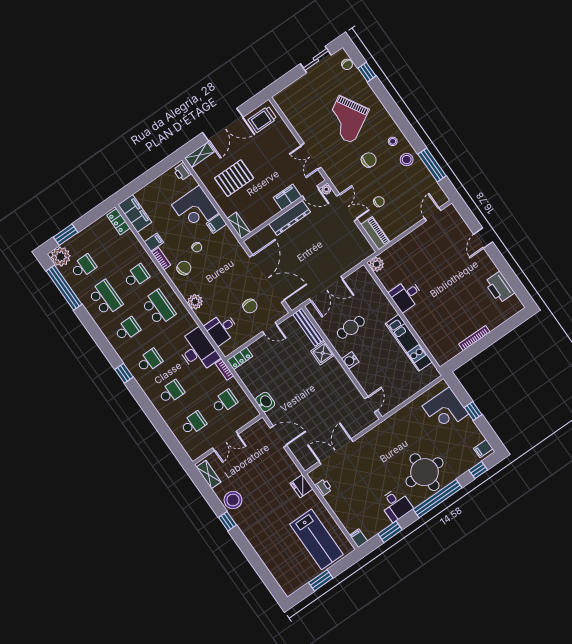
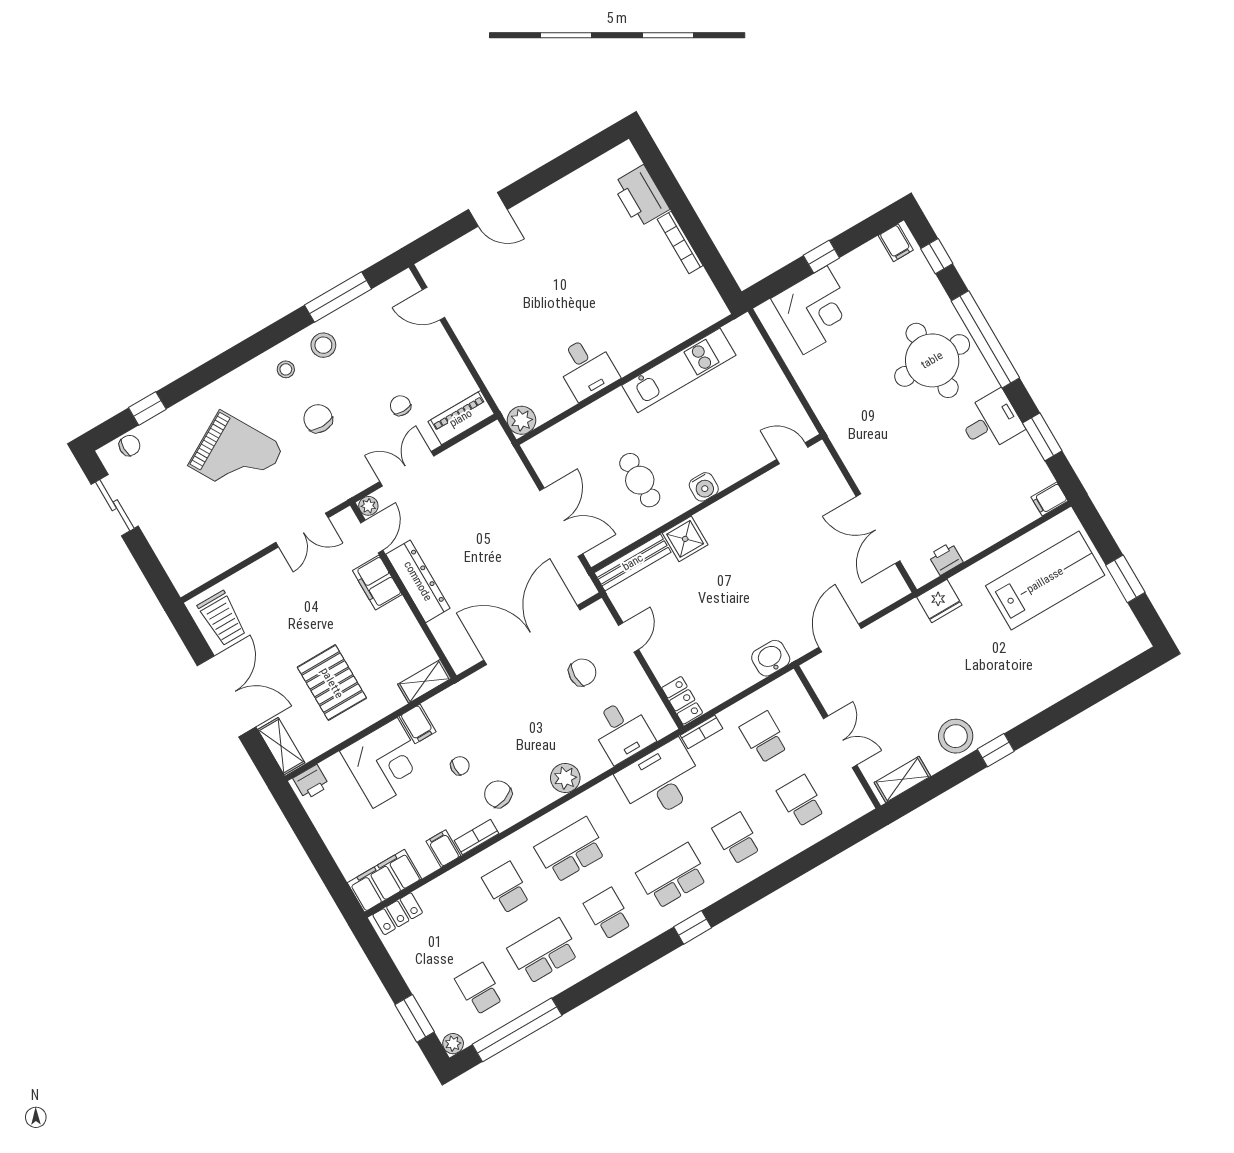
plant: (61, 257) -> (453, 1044), width x0.53, depth x0.53
printer: (499, 287) -> (641, 196), moved, turned 90
school desk: (149, 361) -> (672, 876), width x1.85

